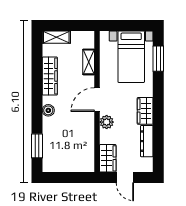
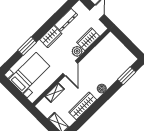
window: (158, 59) -> (27, 46), moved
door: (97, 100) -> (70, 68), hinge flipped
wardrobe: (108, 158) -> (88, 39), moved

